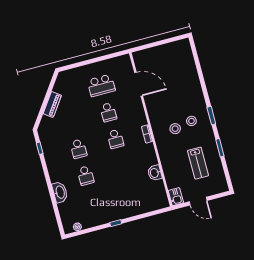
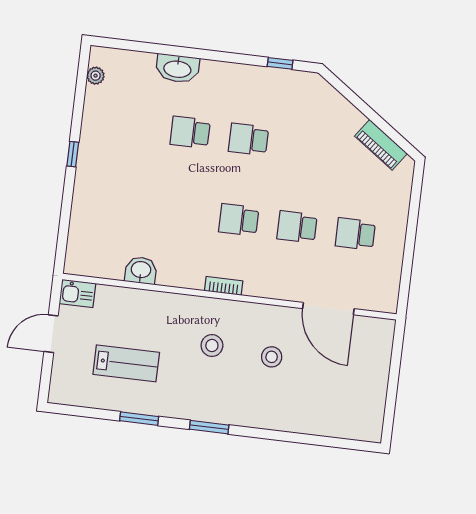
door: (139, 84) -> (328, 309), hinge flipped
school desk: (101, 85) -> (355, 234), width x0.54
piano: (52, 104) -> (381, 145), moved
stool: (191, 121) -> (272, 357), moved
lab bench: (198, 163) -> (126, 363), turned 180

